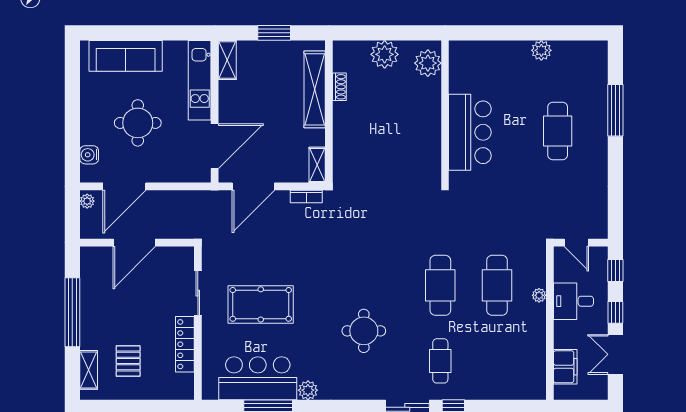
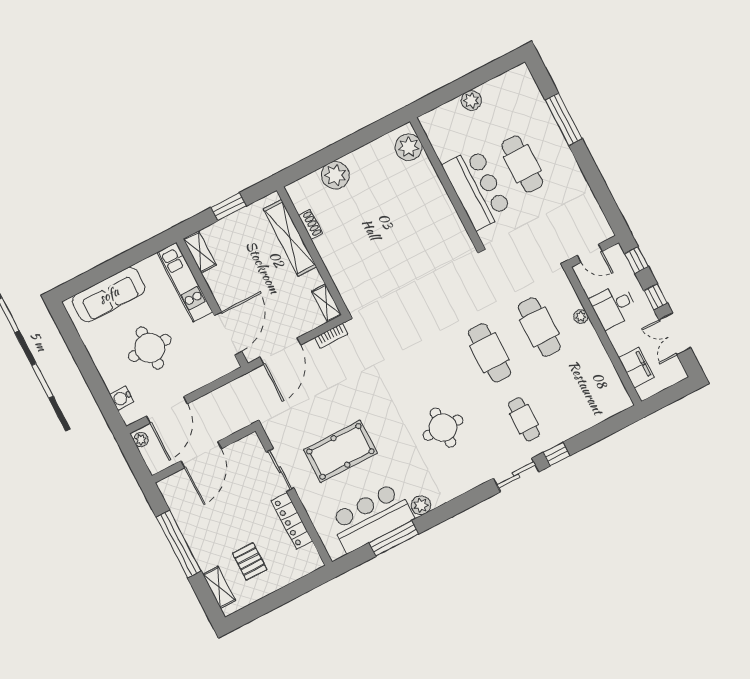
plant: (428, 63) -> (409, 147), moved
wall: (445, 112) -> (446, 182), moved
bar counter: (470, 132) -> (477, 189), moved

